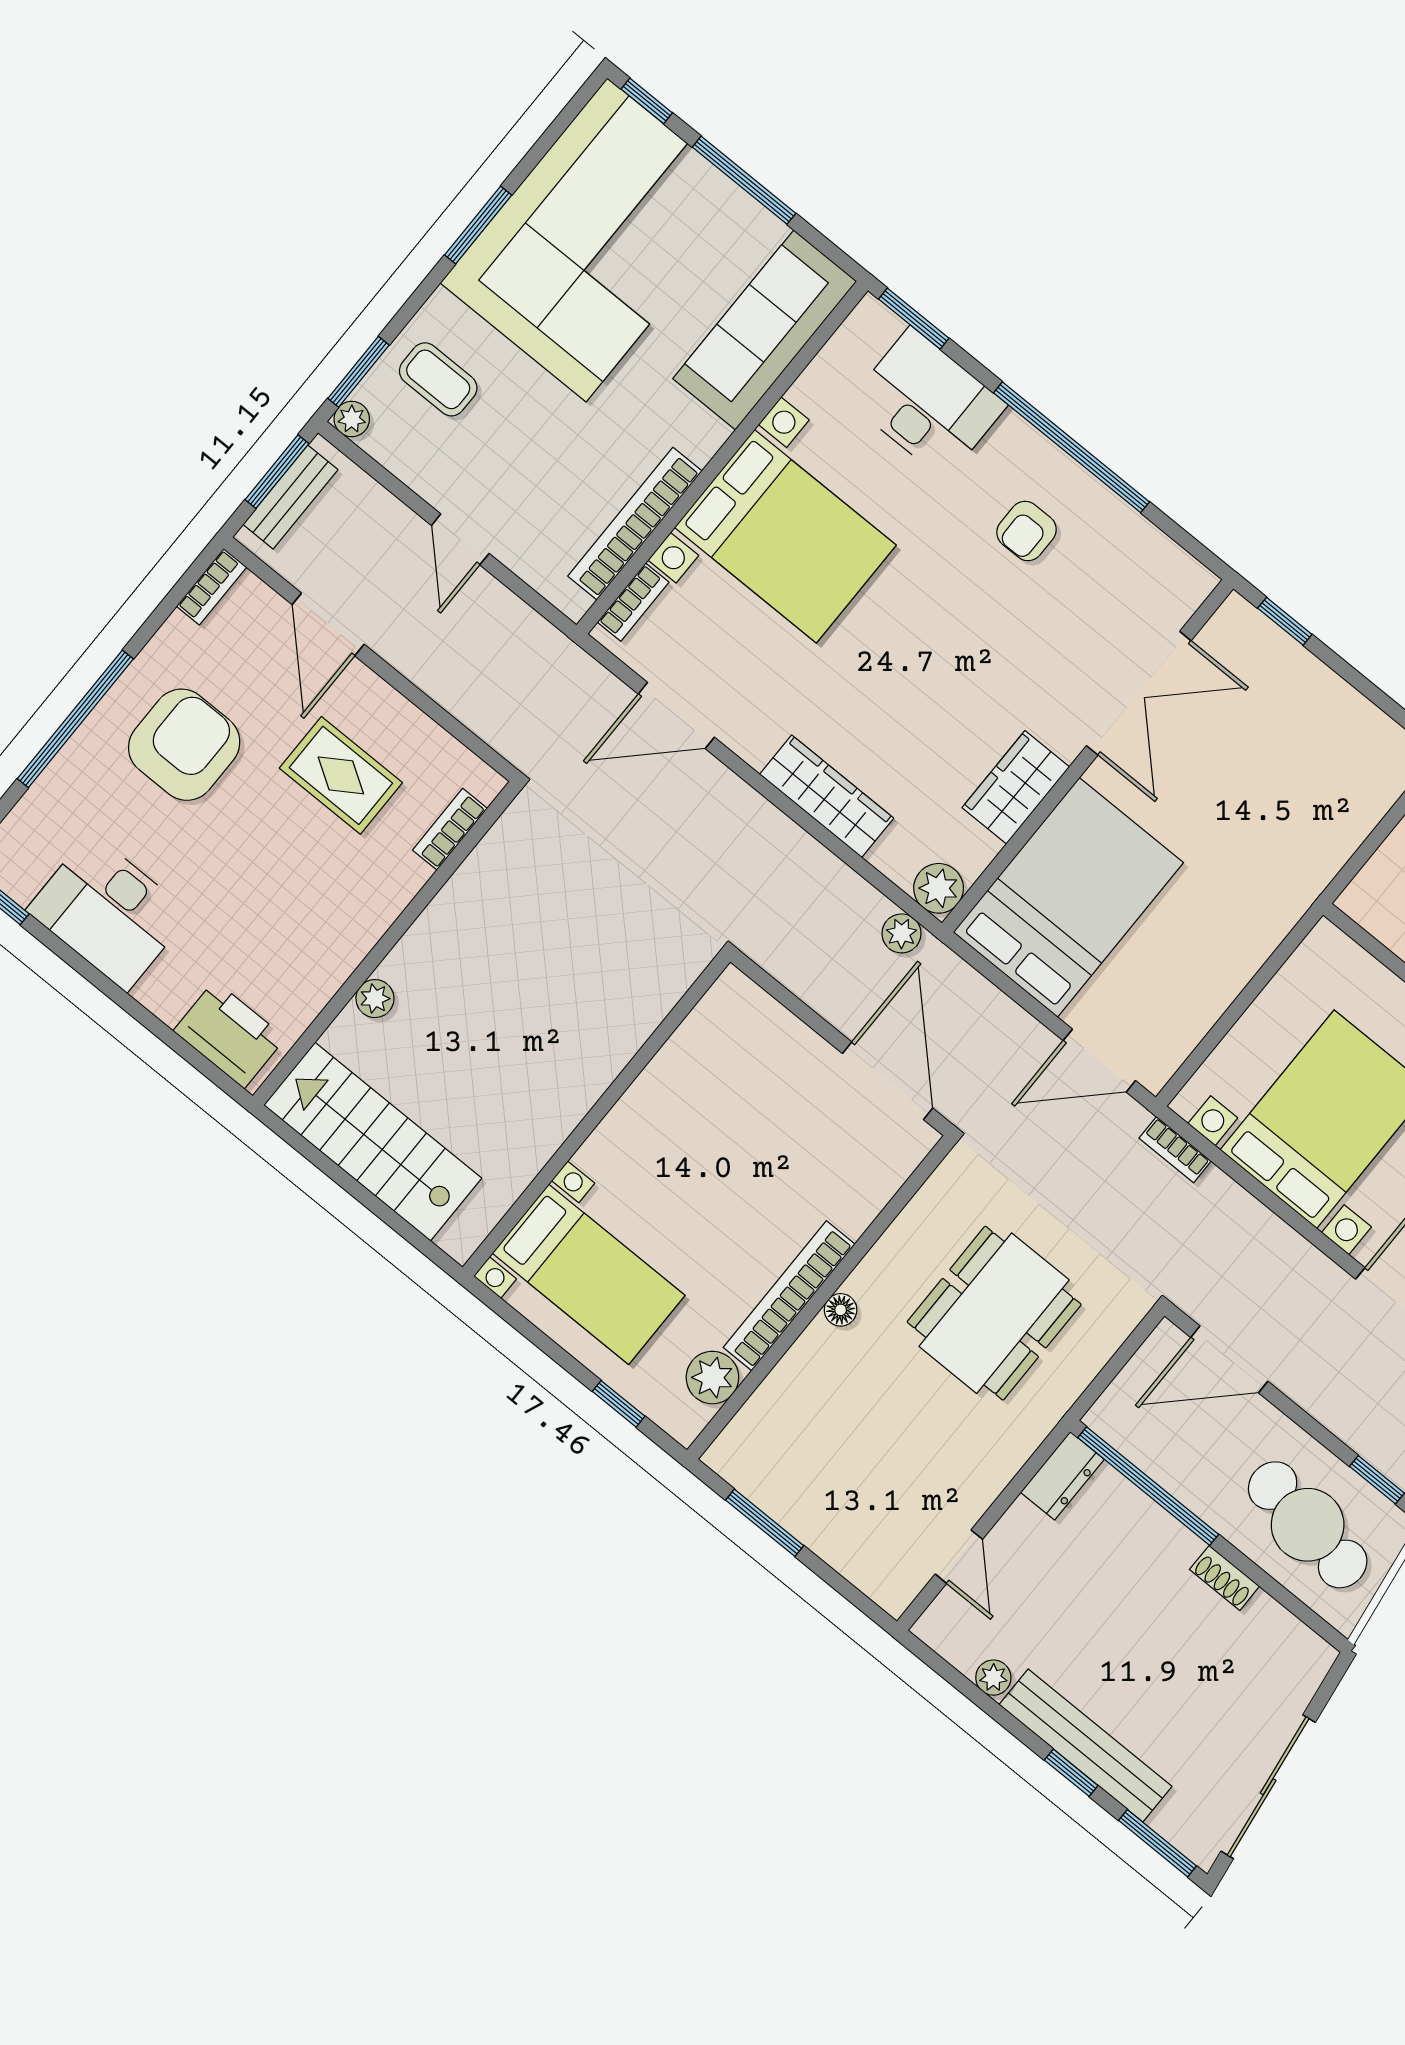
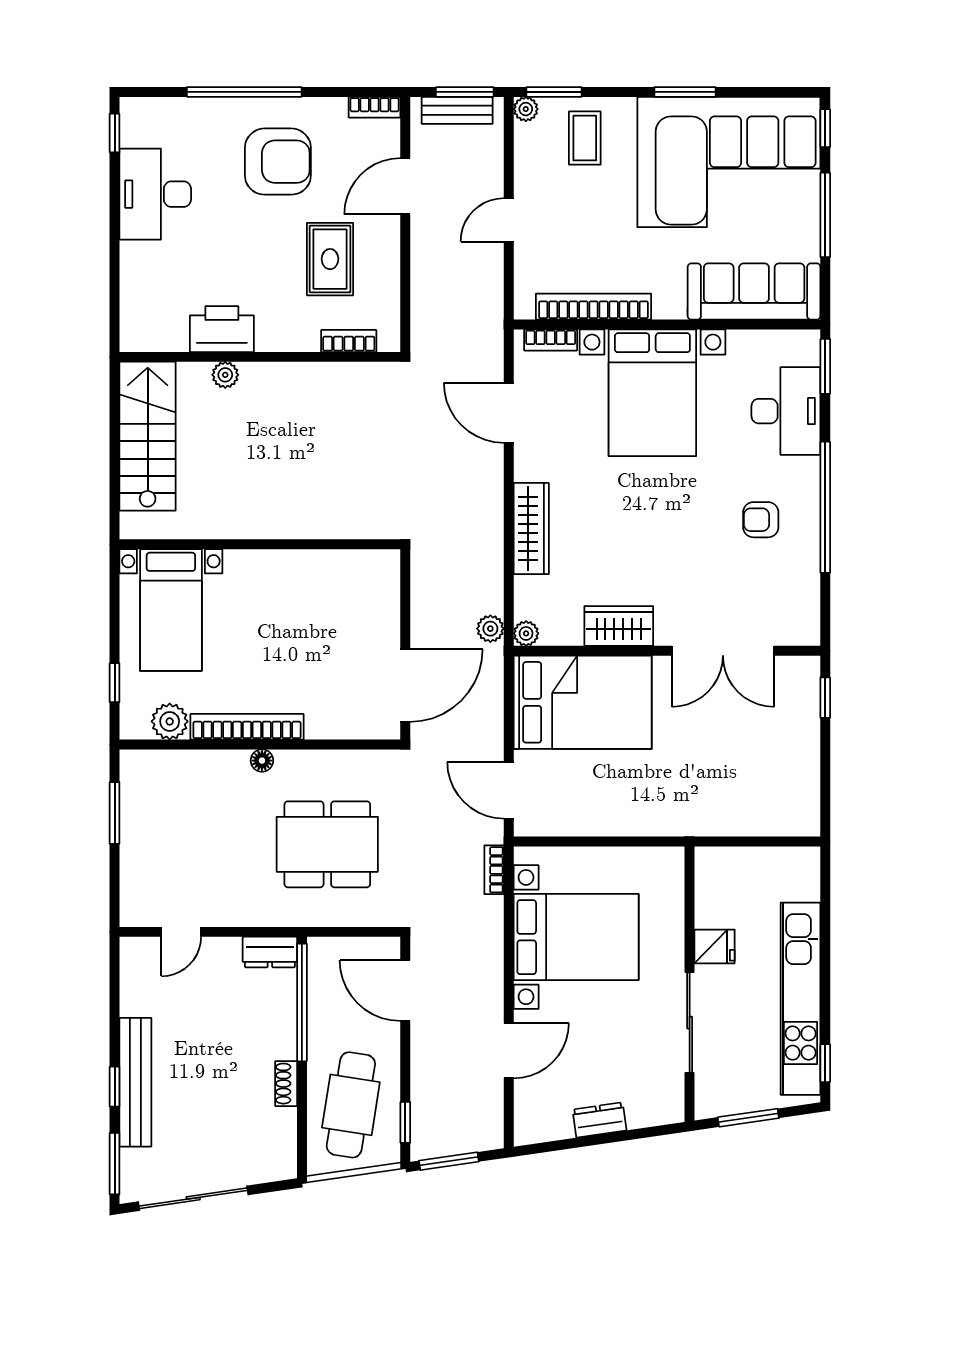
plant: (939, 888) -> (526, 633), width x0.73, depth x0.73
printer: (229, 1034) -> (222, 329), moved, turned -90
plant: (993, 1678) -> (132, 1003), removed

